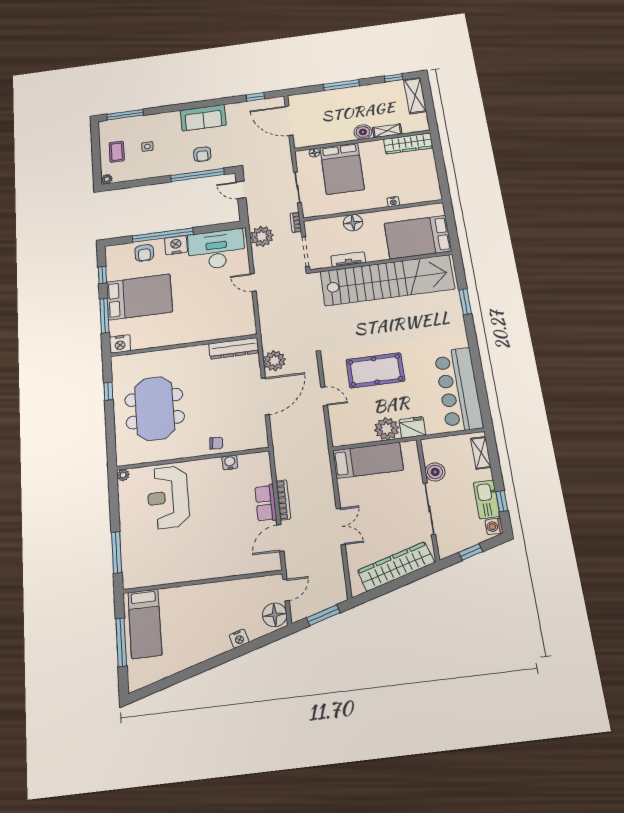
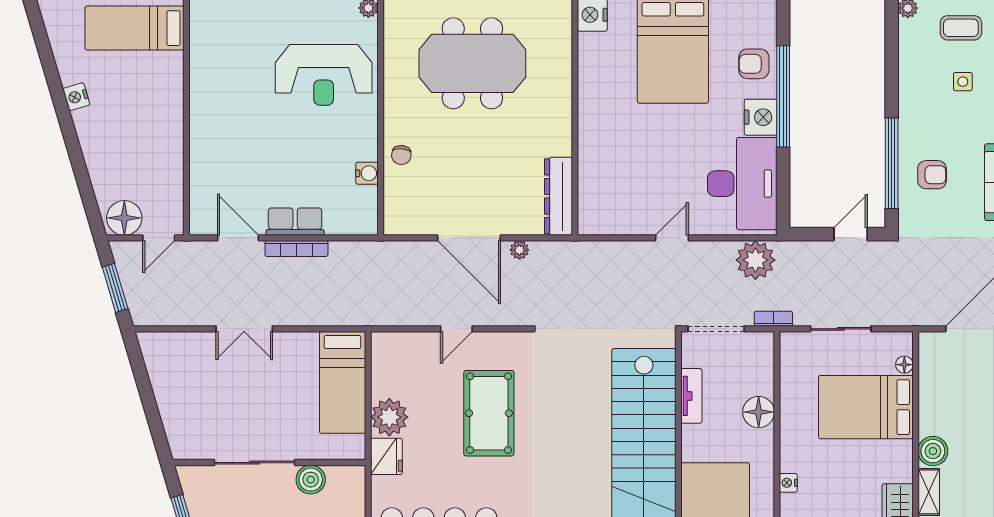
armchair: (202, 154) -> (932, 175), turned 180
plant: (274, 361) -> (519, 250), width x0.53, depth x0.53
reception desk: (168, 497) -> (324, 75), turned 180
wardrobe: (396, 567) -> (174, 401), removed
door: (286, 590) -> (159, 238), hinge flipped
nightstand: (239, 639) -> (76, 97), moved

